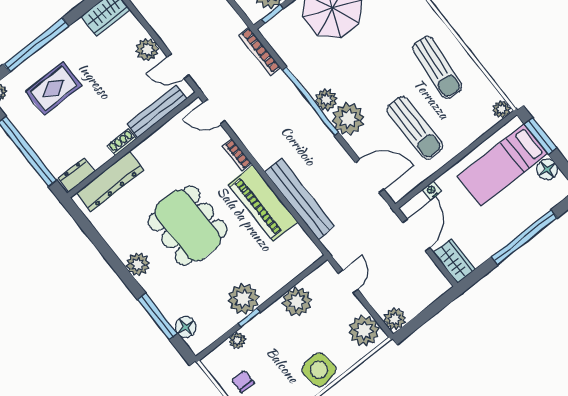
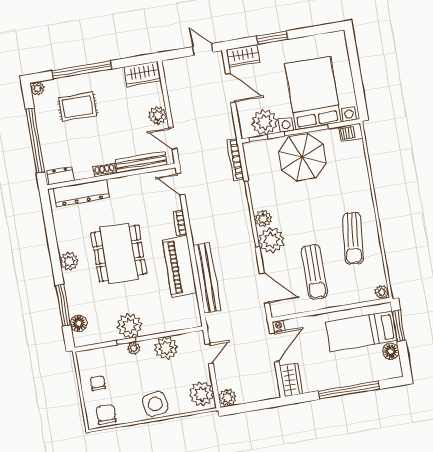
nightstand: (432, 191) -> (279, 326), moved
plant: (237, 340) -> (134, 348), moved

